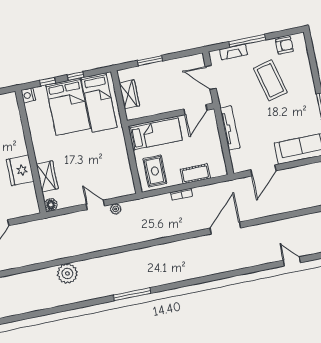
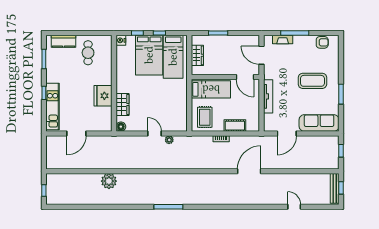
coffee table: (270, 80) -> (312, 81), moved, turned -76
door: (195, 110) -> (245, 77), hinge flipped
plant: (67, 273) -> (109, 181), moved

